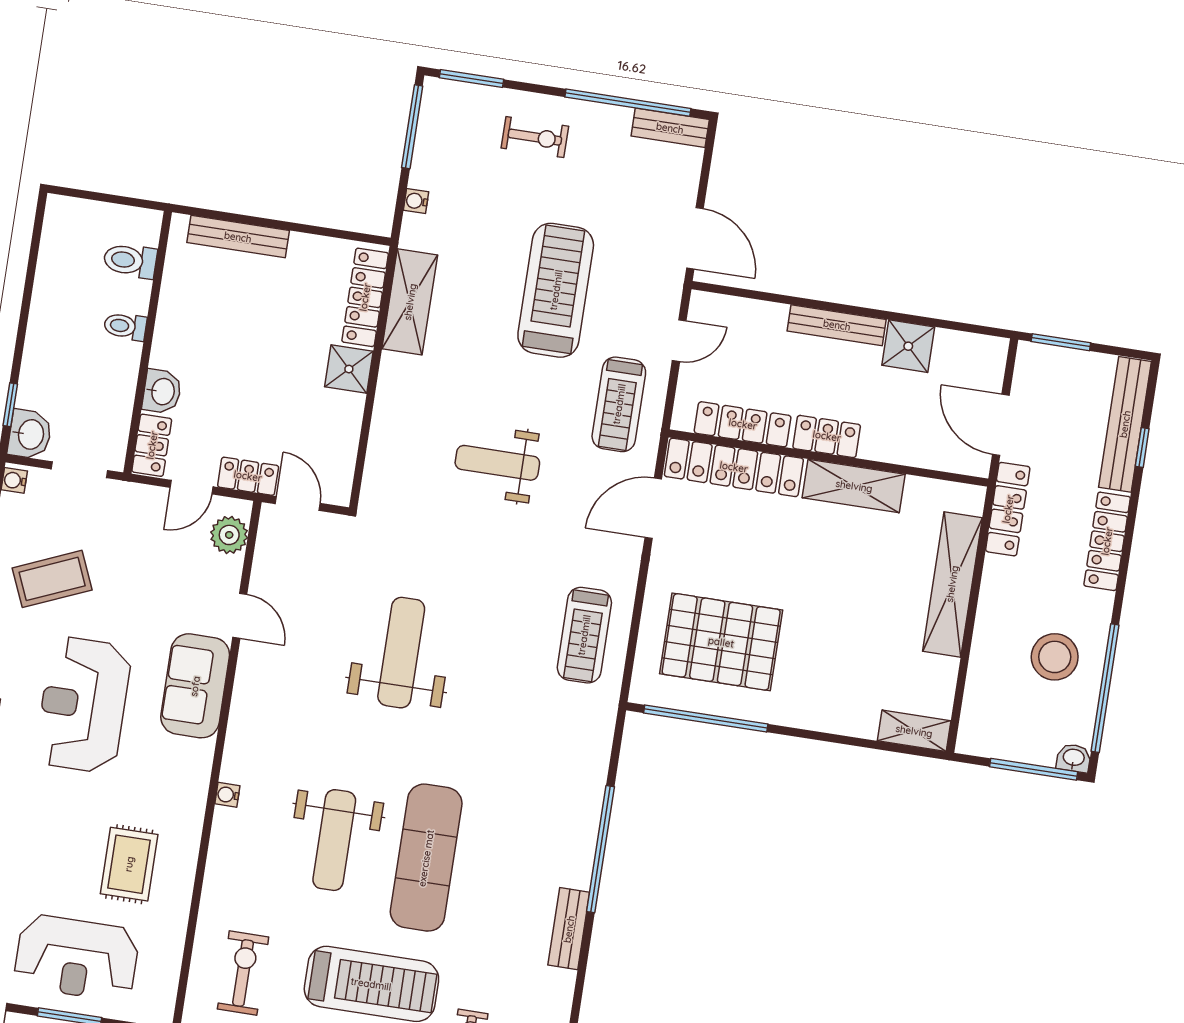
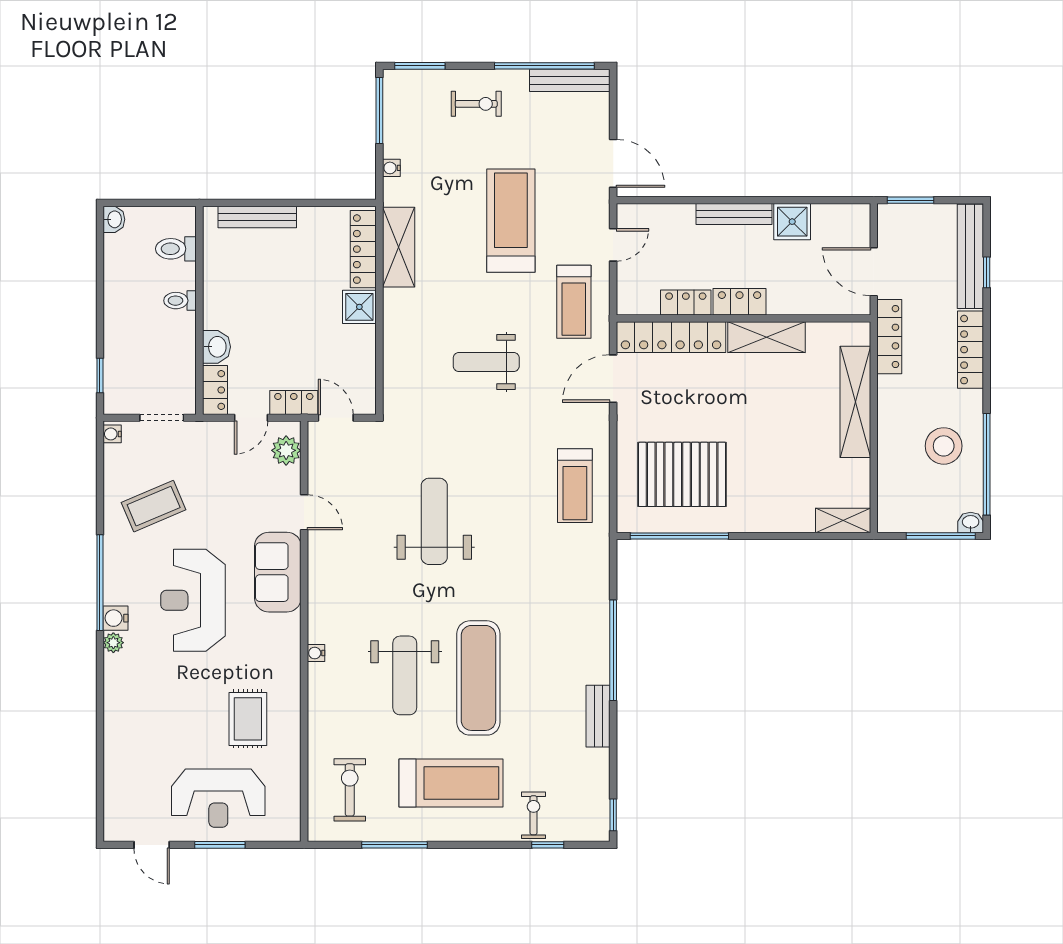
bench: (670, 128) -> (570, 80), width x1.36
locker: (743, 424) -> (686, 302), width x0.66
washbasin: (30, 434) -> (114, 219), moved, width x0.72, depth x0.69

